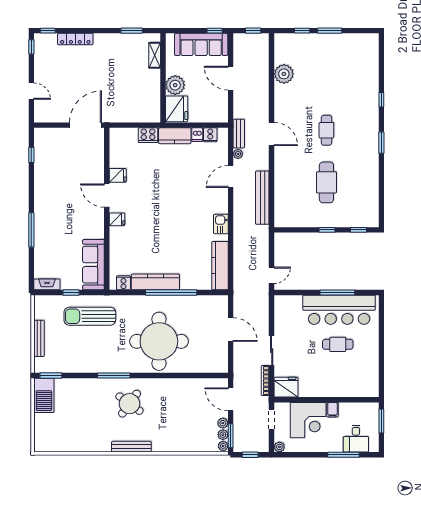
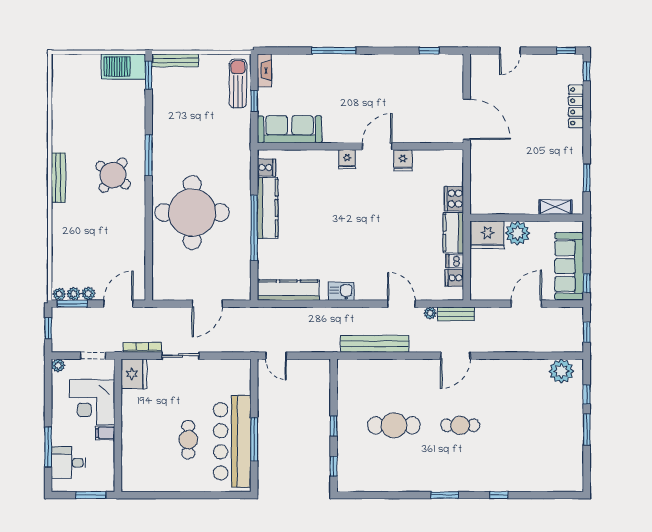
plant: (284, 74) -> (561, 371), moved
sun lounger: (90, 316) -> (238, 84), moved, width x0.73, depth x0.75
bench: (39, 338) -> (175, 60), moved

